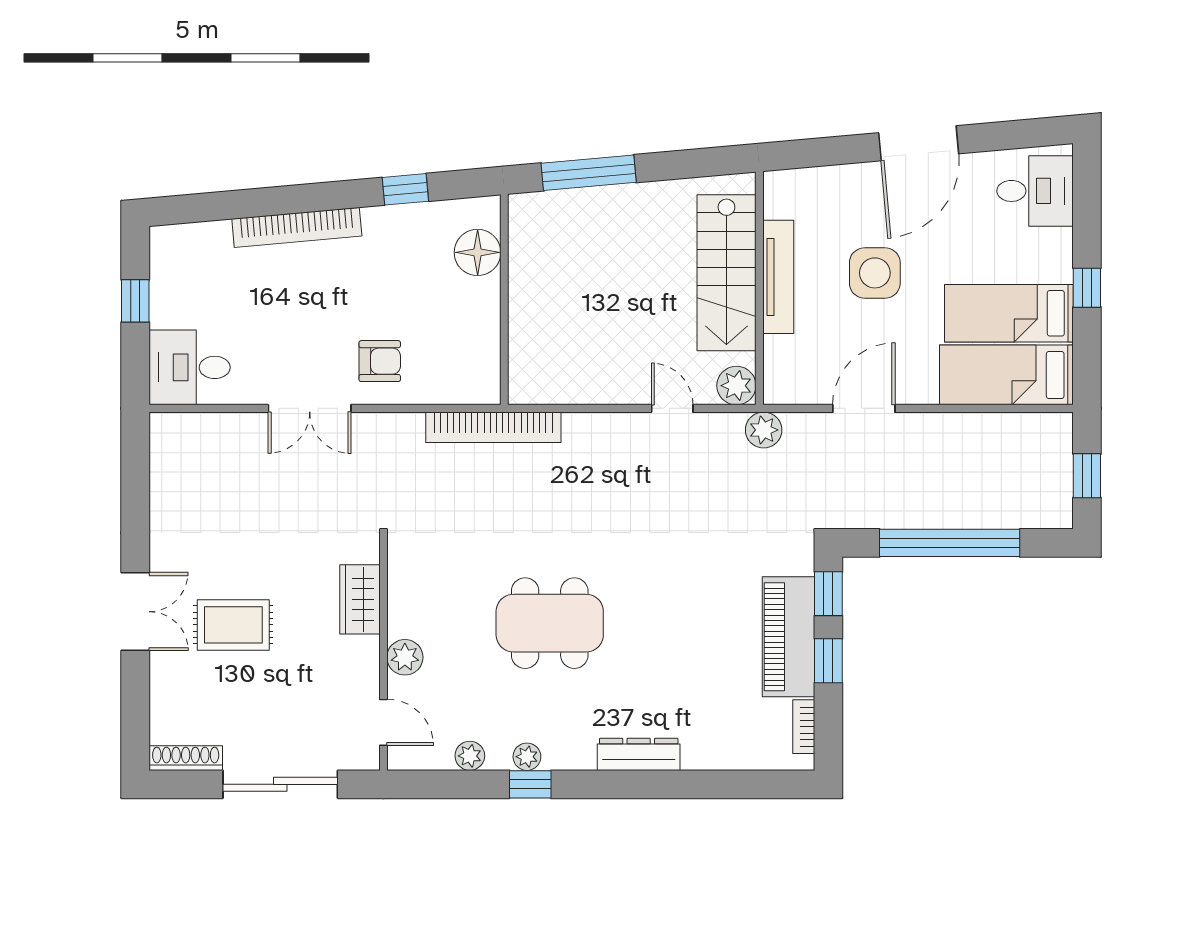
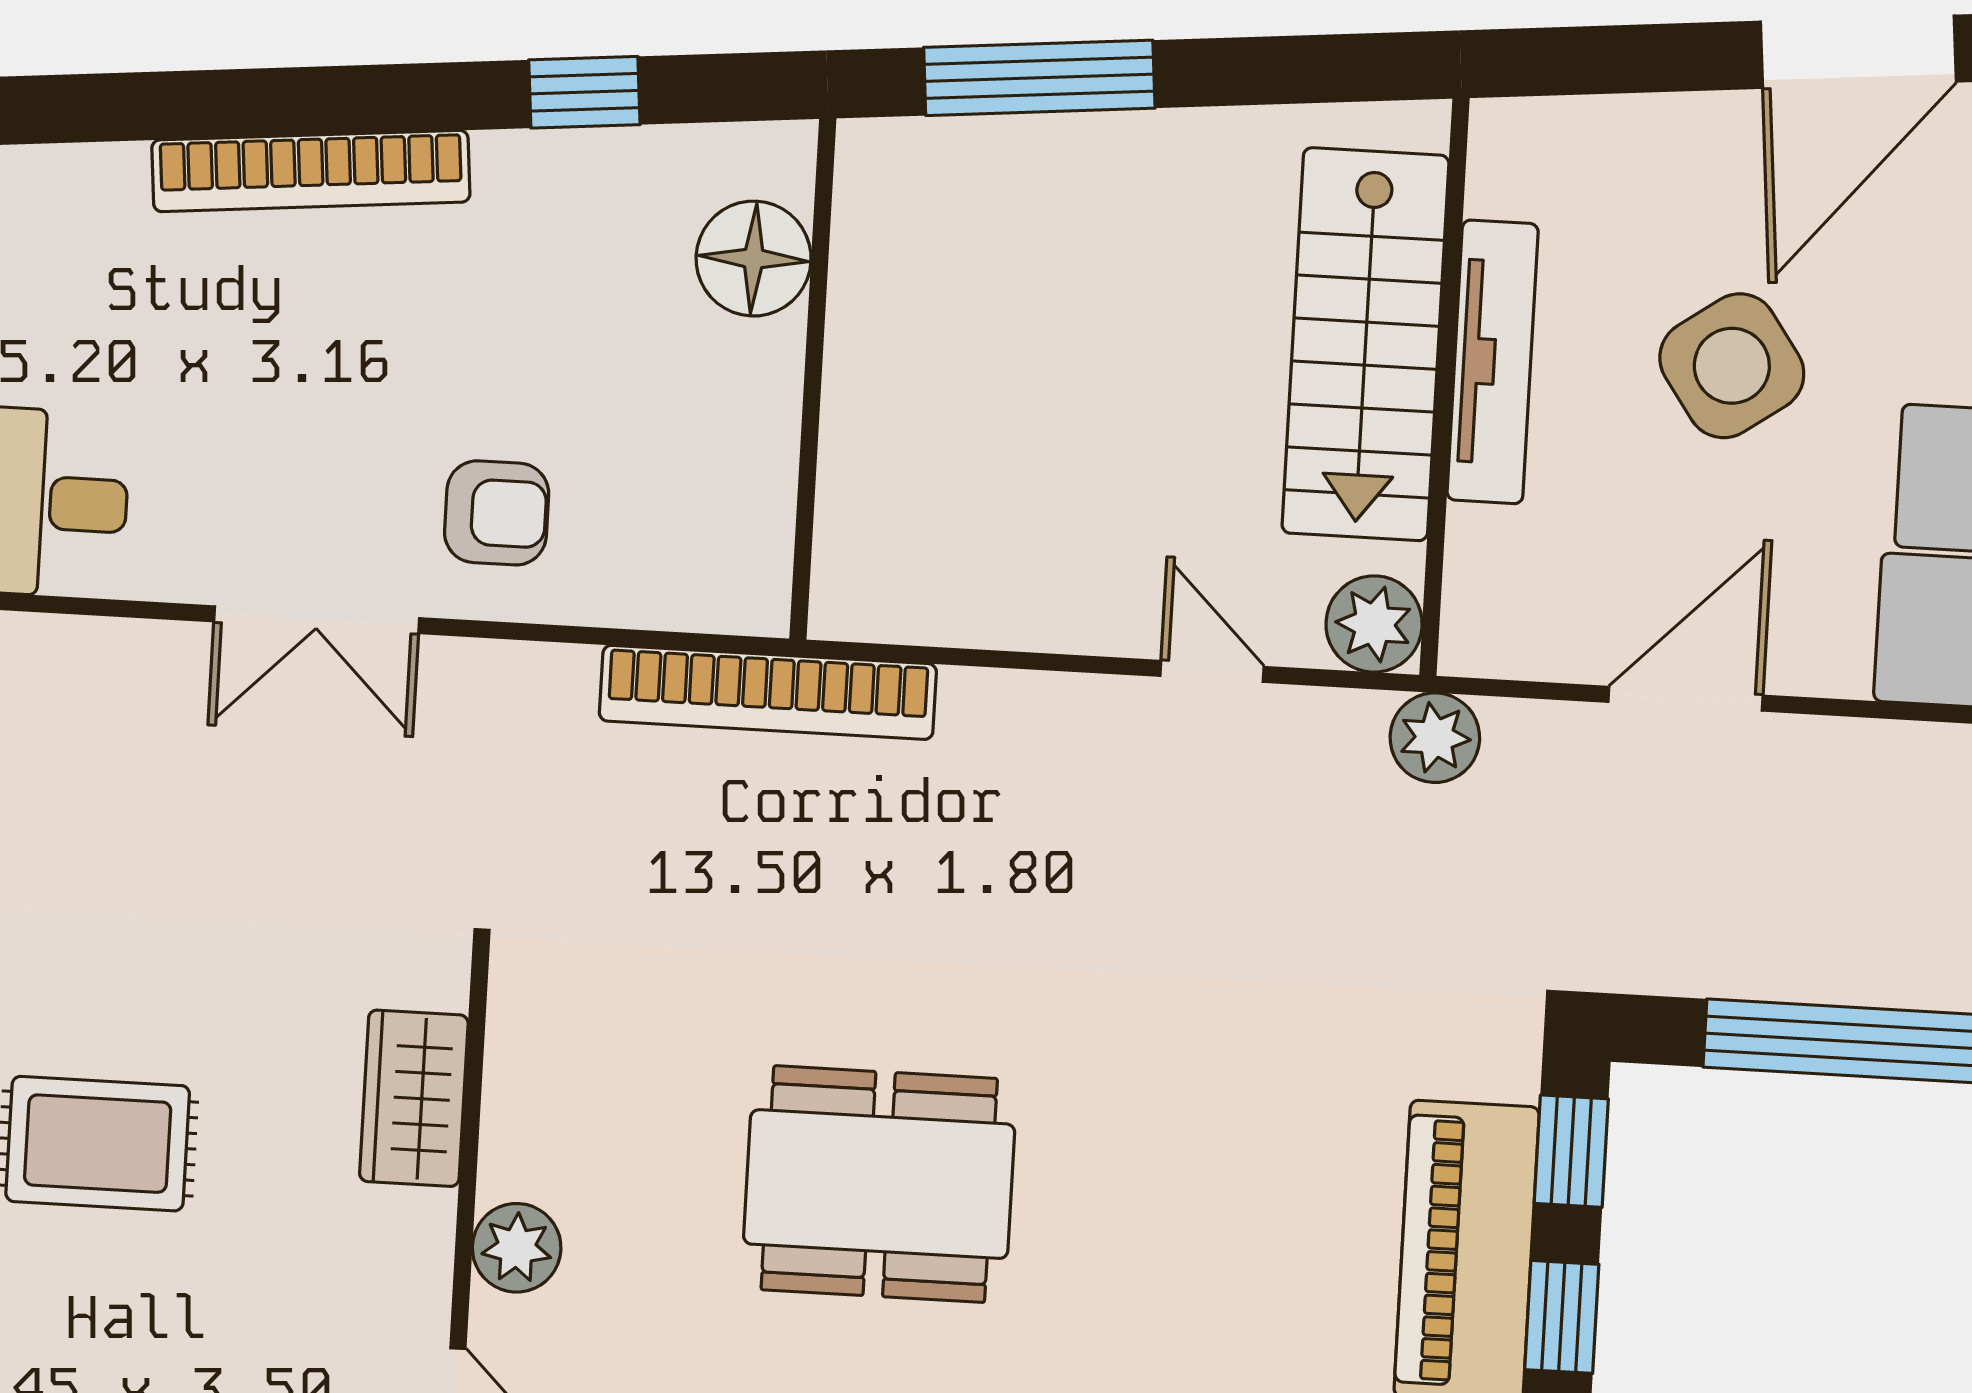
side table: (875, 273) -> (1732, 366), turned -35

